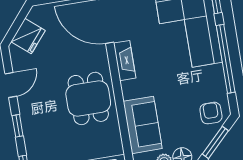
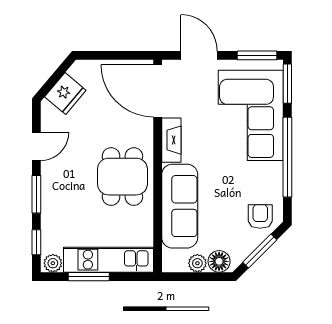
sofa: (143, 125) -> (180, 206), width x1.36
window: (18, 126) -> (36, 194), width x1.50

